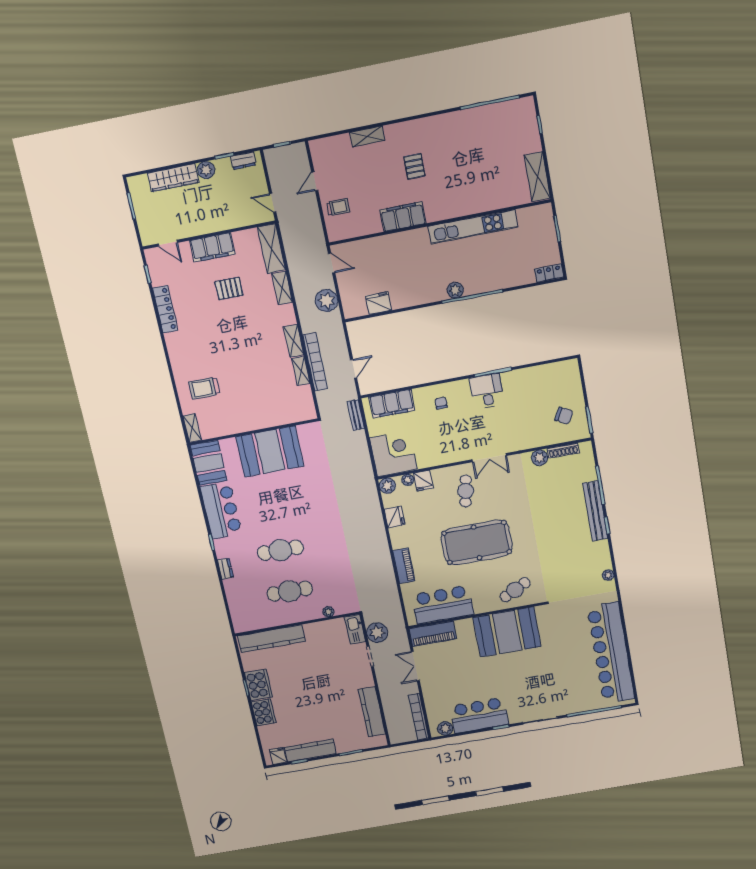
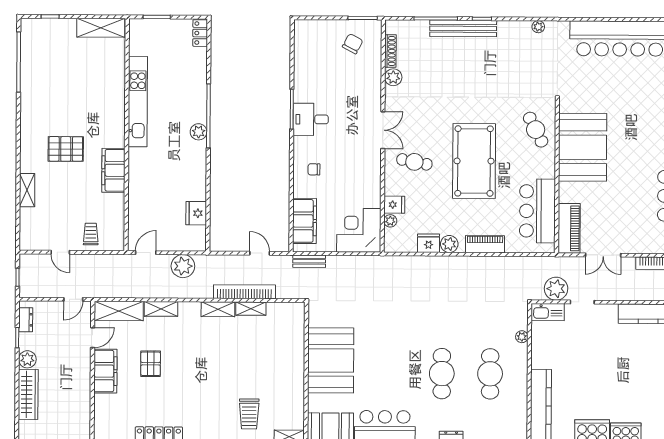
pallet: (414, 166) -> (66, 149), width x1.50, depth x1.42
door: (168, 243) -> (93, 338), moved
plant: (387, 486) -> (449, 244), moved

